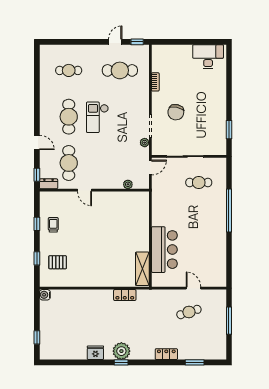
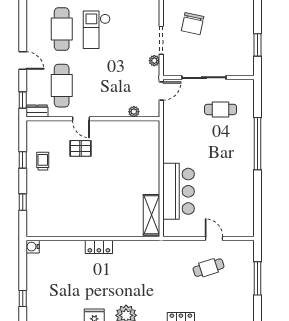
pallet: (58, 262) -> (80, 148), moved
locker: (125, 295) -> (99, 247), moved

